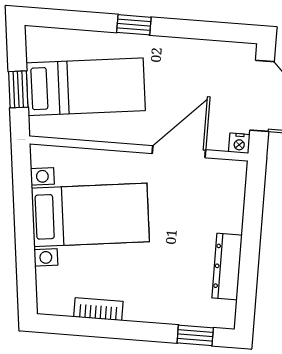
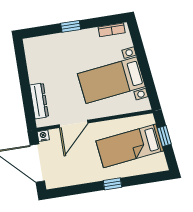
dresser: (227, 267) -> (39, 101), moved
bookcase: (98, 309) -> (112, 30), moved
window: (195, 335) -> (71, 26), moved

